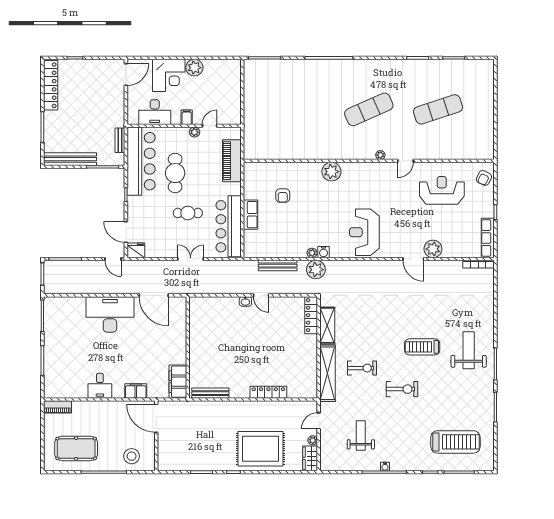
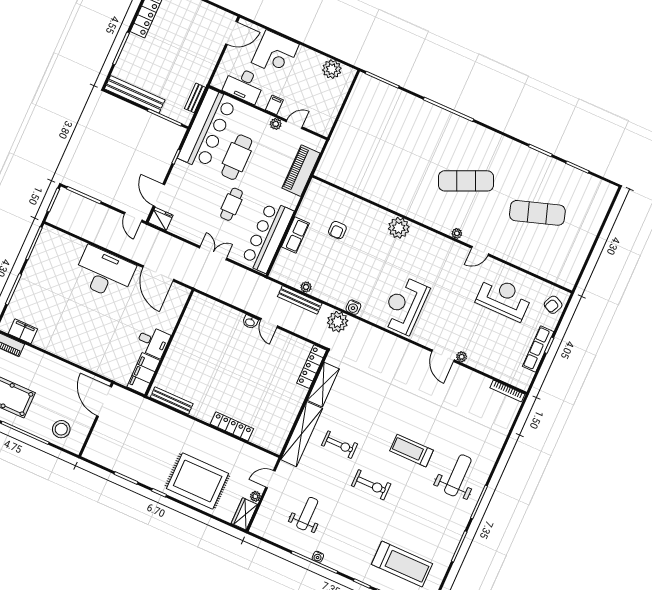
plant: (194, 68) -> (332, 69), moved
cafe table: (188, 213) -> (231, 204), turned 90
row of seats: (488, 238) -> (538, 349), moved
plant: (433, 249) -> (462, 357), width x0.53, depth x0.53
plant: (312, 253) -> (306, 287), moved
desk: (100, 386) -> (153, 342), moved, turned -90
filing cabinet: (136, 391) -> (23, 331), moved

